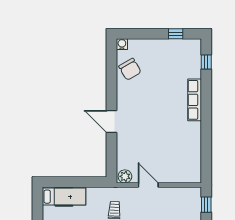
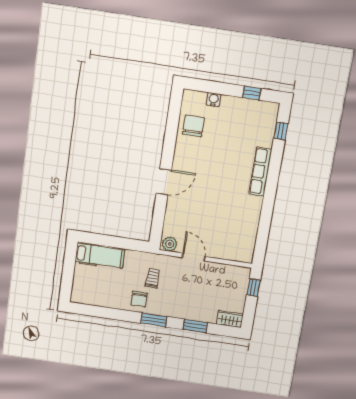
water cooler: (122, 44) -> (214, 100), moved
chair: (130, 69) -> (193, 126), turned -150
door: (112, 122) -> (164, 182), swing flipped

